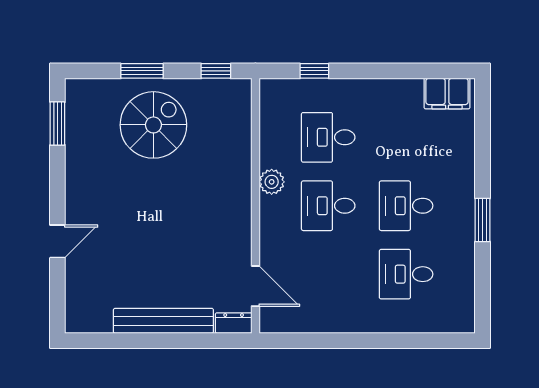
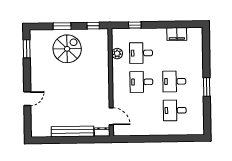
filing cabinet: (447, 94) -> (177, 34), moved
plant: (272, 182) -> (117, 54), moved

